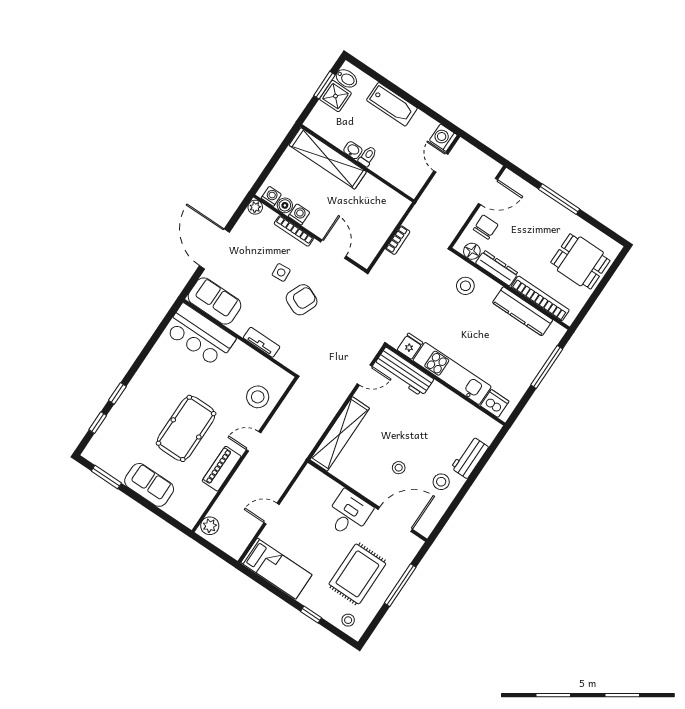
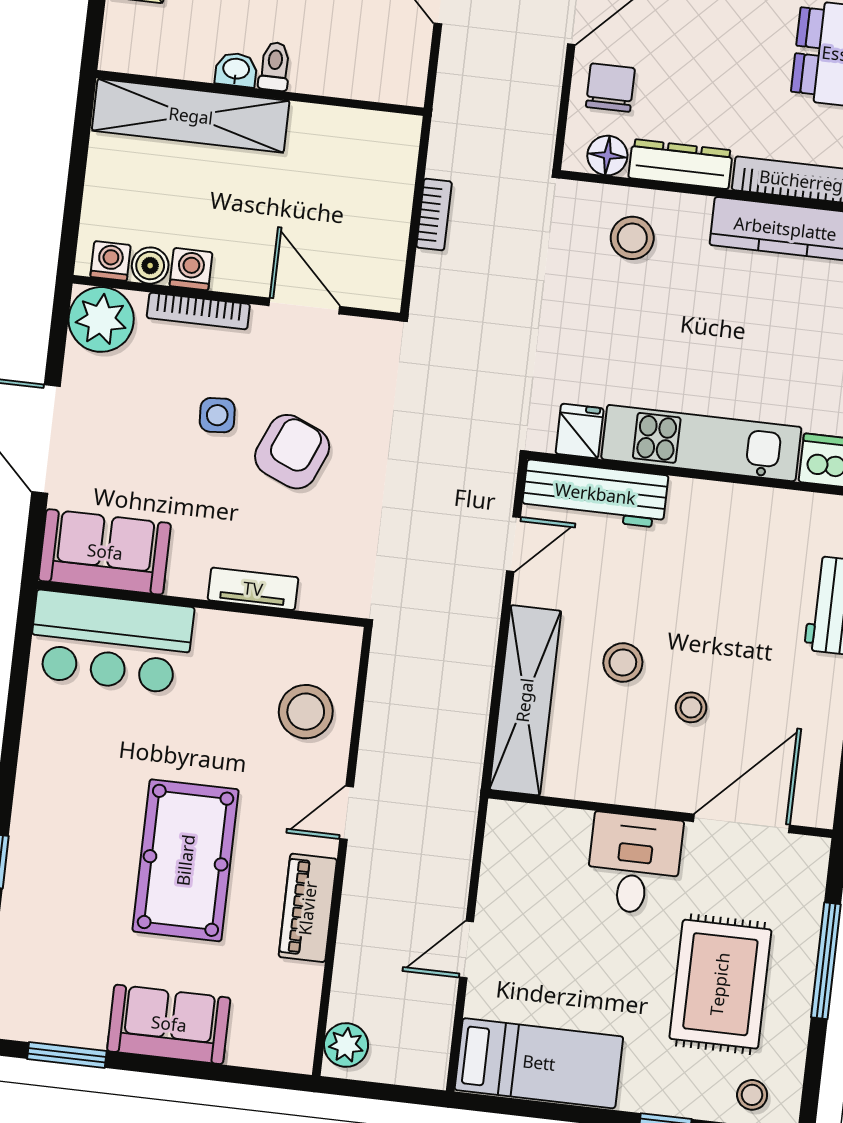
plant: (255, 207) -> (101, 319), width x1.87, depth x1.87
stool: (441, 482) -> (623, 663), moved

